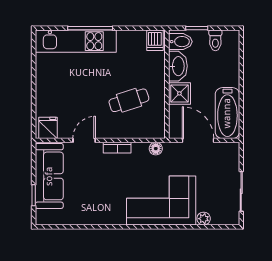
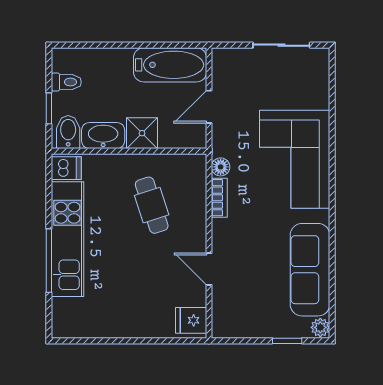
kitchen unit: (76, 41) -> (67, 239), moved
door: (198, 140) -> (209, 107), width x0.73
bookcase: (117, 148) -> (219, 198), moved
sofa: (49, 176) -> (310, 270), moved, turned -90
plant: (204, 219) -> (320, 327), moved

